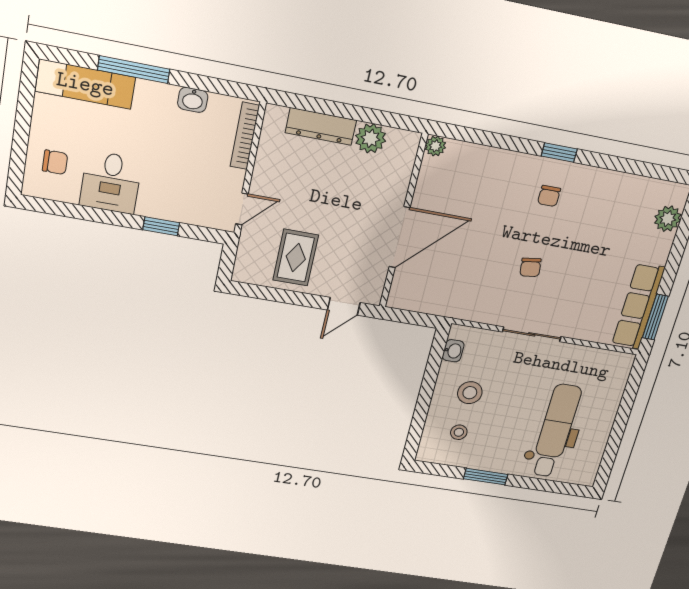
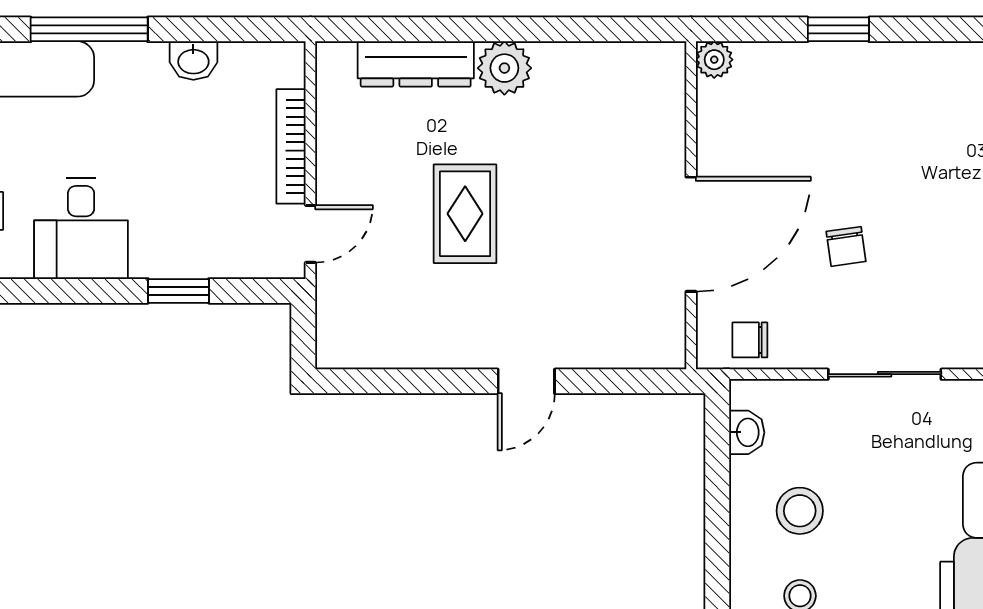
bookcase: (245, 136) -> (291, 146), moved
plant: (435, 146) -> (714, 60), moved
chair: (549, 196) -> (750, 340), moved, turned 90
wall: (403, 222) -> (691, 205), moved
door: (399, 237) -> (691, 234), moved
rug: (296, 258) -> (465, 214), moved

